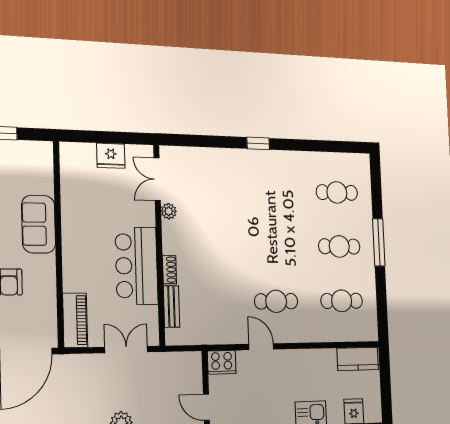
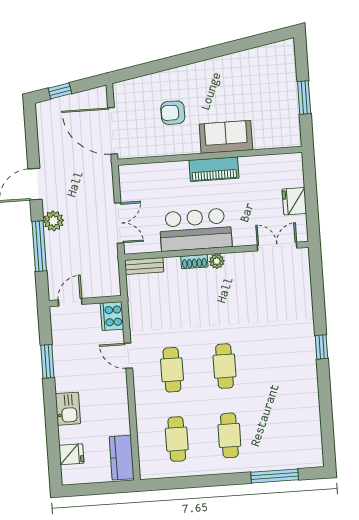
cafe table: (337, 192) -> (225, 366), moved
plant: (169, 211) -> (217, 261), moved
window: (379, 242) -> (275, 476), moved
bench: (172, 306) -> (144, 266), moved
piano: (75, 320) -> (214, 169), moved
door: (261, 347) -> (128, 356), swing flipped

